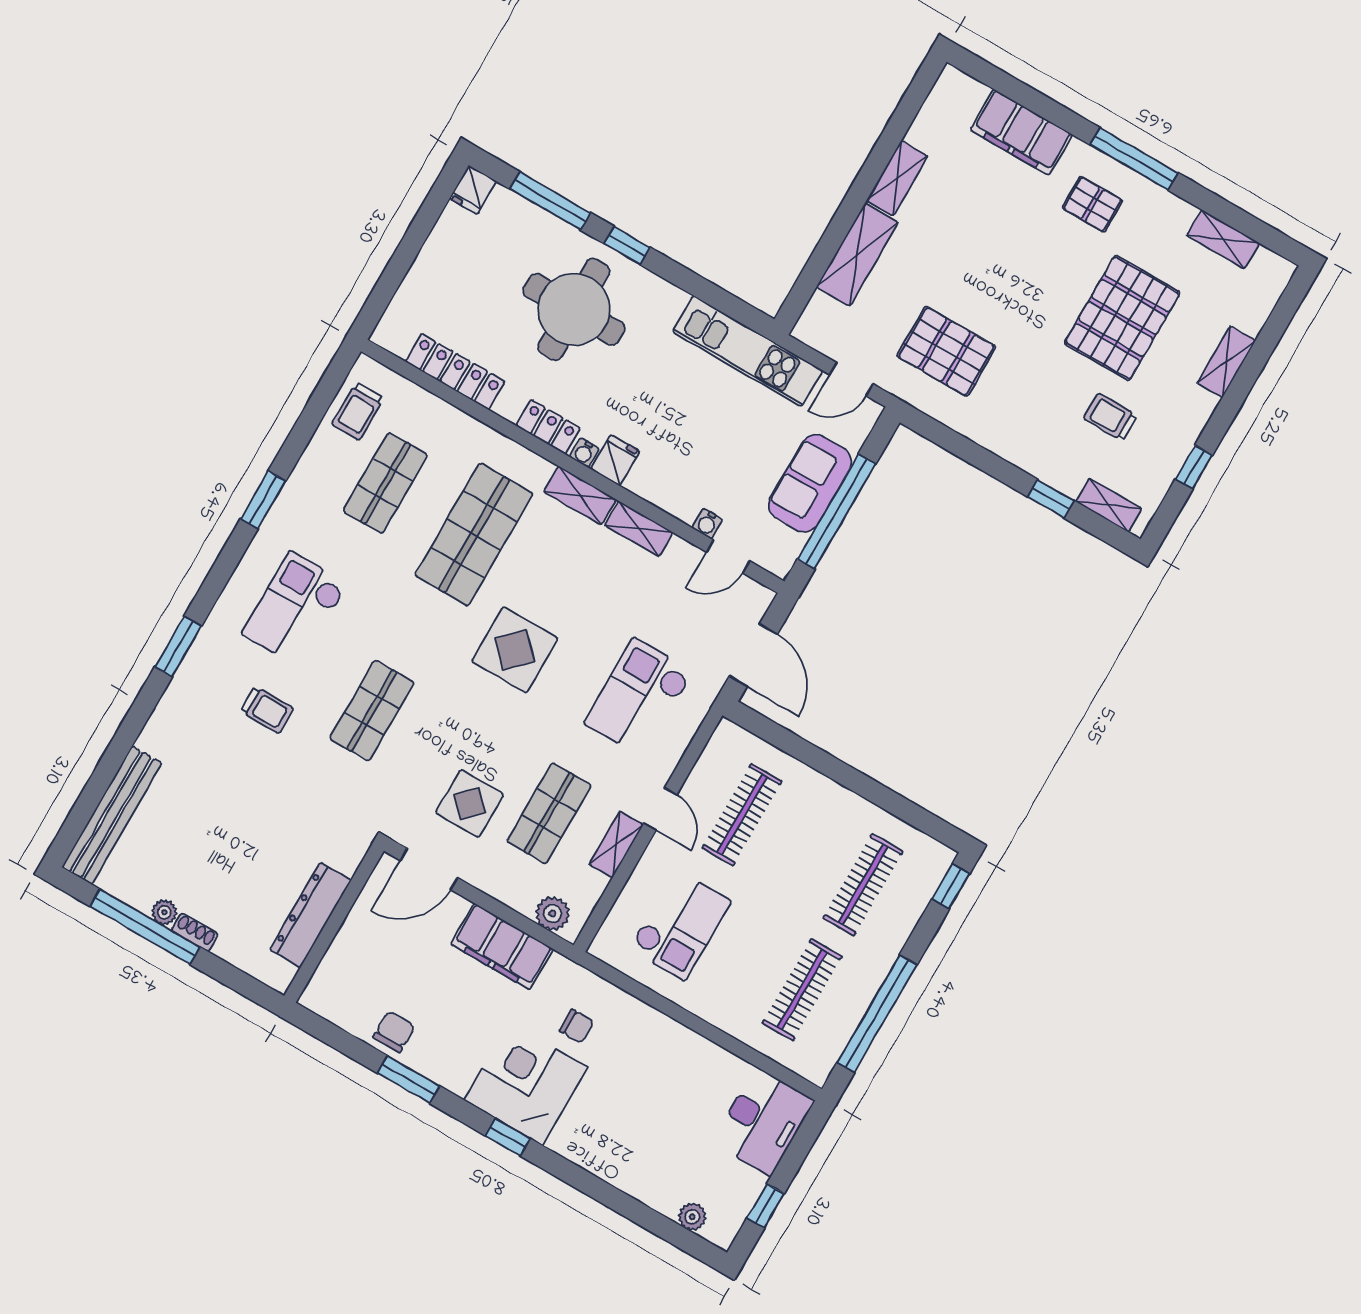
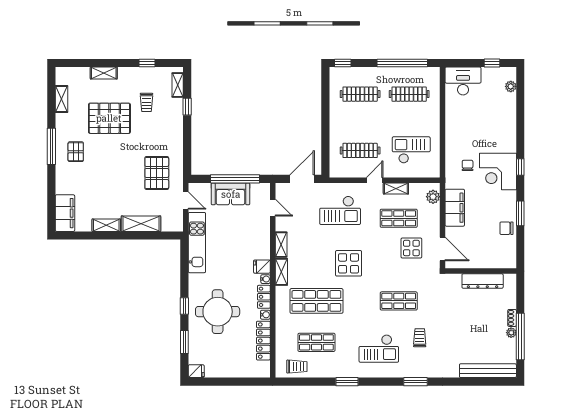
filing cabinet: (1021, 132) -> (65, 213), moved
window: (550, 201) -> (184, 342), width x0.69
water cooler: (707, 524) -> (265, 315), moved

